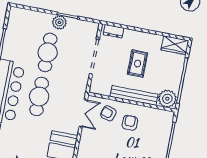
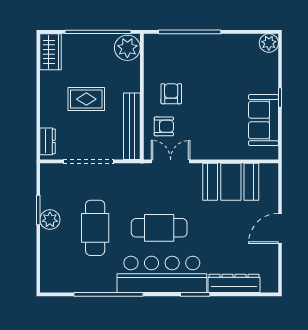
cafe table: (48, 52) -> (95, 228), turned 90
bench: (134, 95) -> (132, 126), moved
armchair: (108, 113) -> (164, 126), turned -106
armchair: (130, 123) -> (171, 94), turned 90

